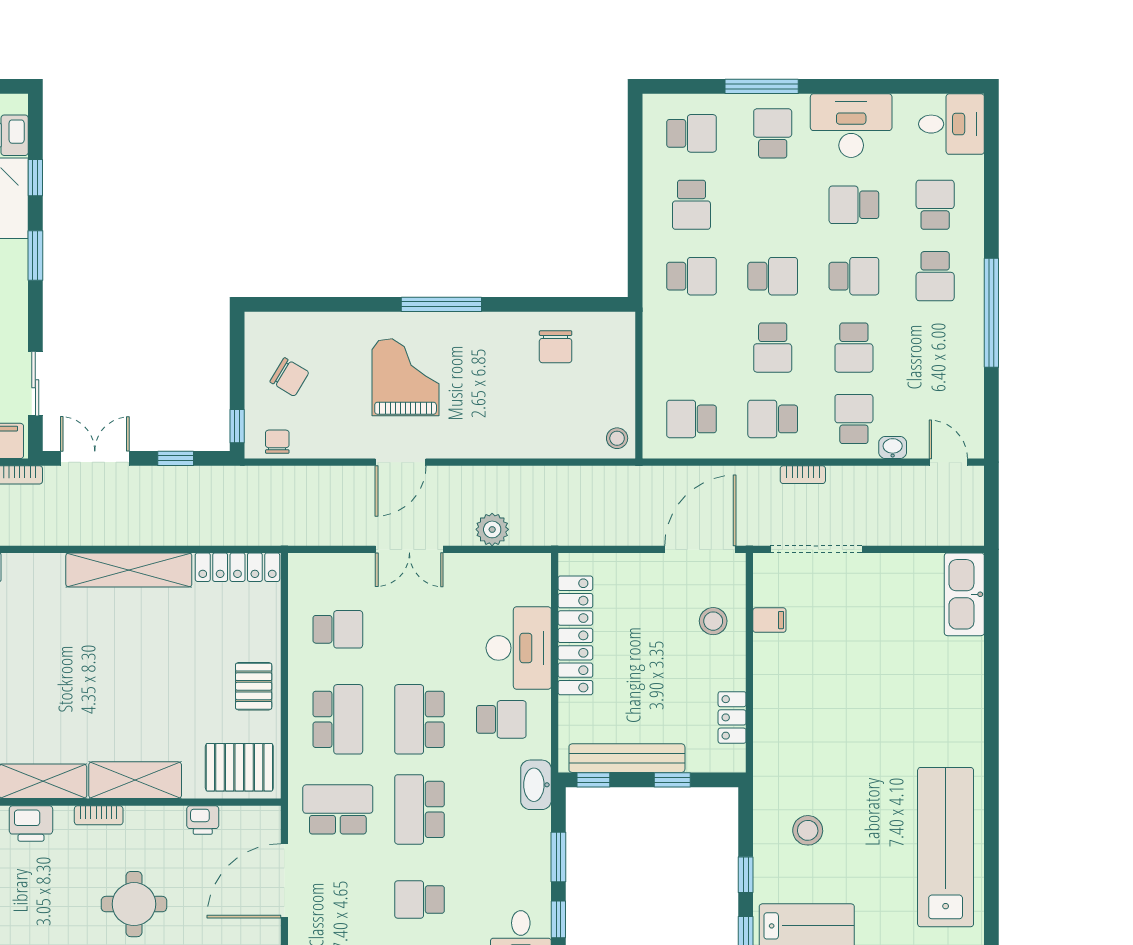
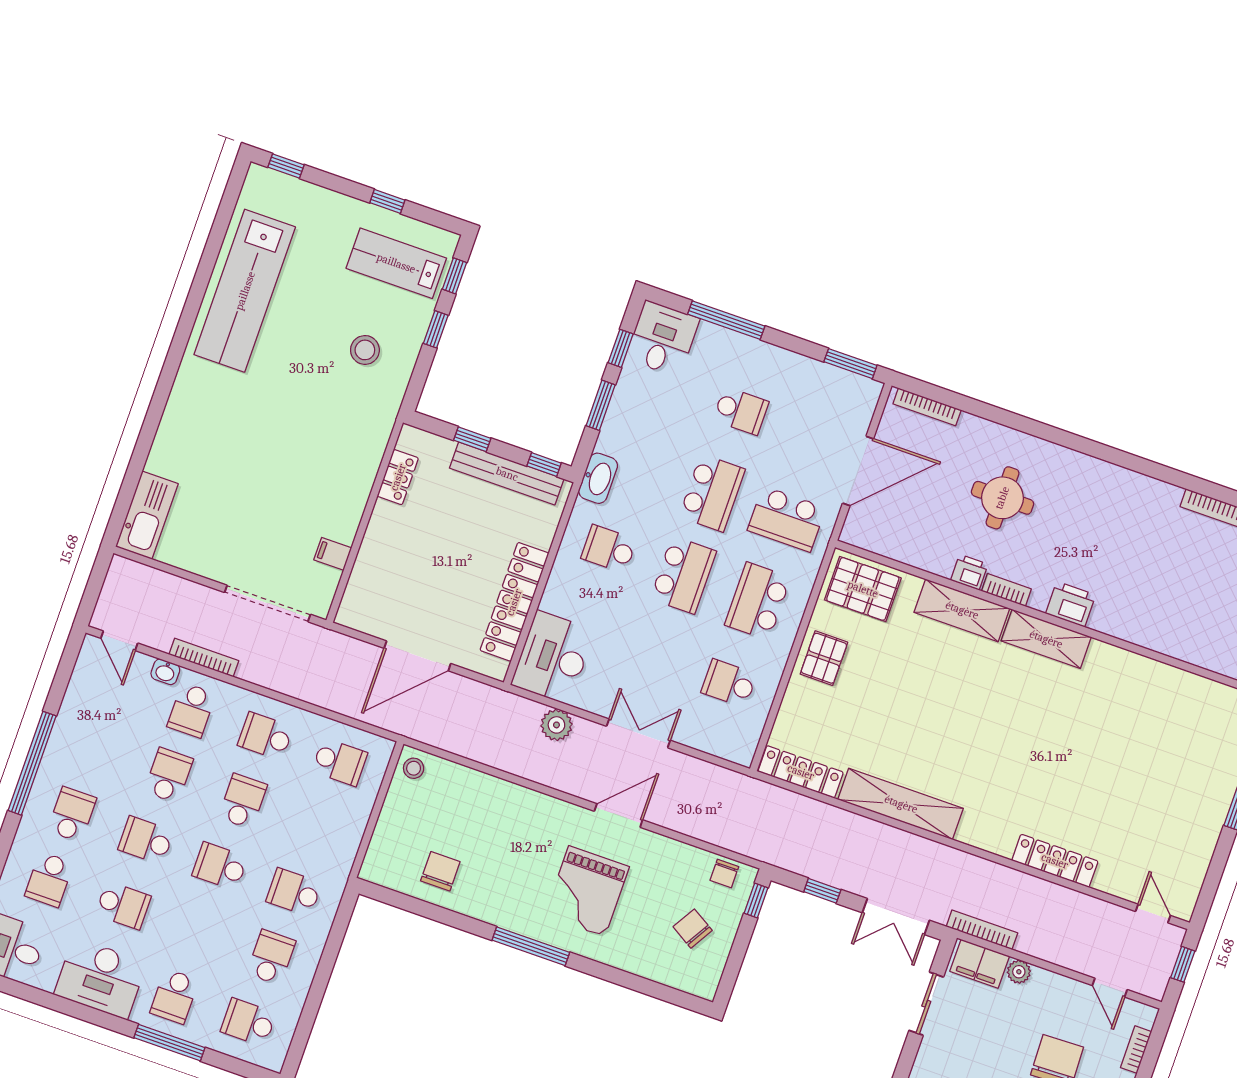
school desk: (773, 419) -> (266, 736), turned 180
bookcase: (803, 475) -> (204, 658), moved, width x1.56
door: (700, 549) -> (417, 656), moved
stool: (713, 621) -> (384, 571), removed
desk: (519, 648) -> (553, 657), moved
printer: (203, 820) -> (969, 572), moved

